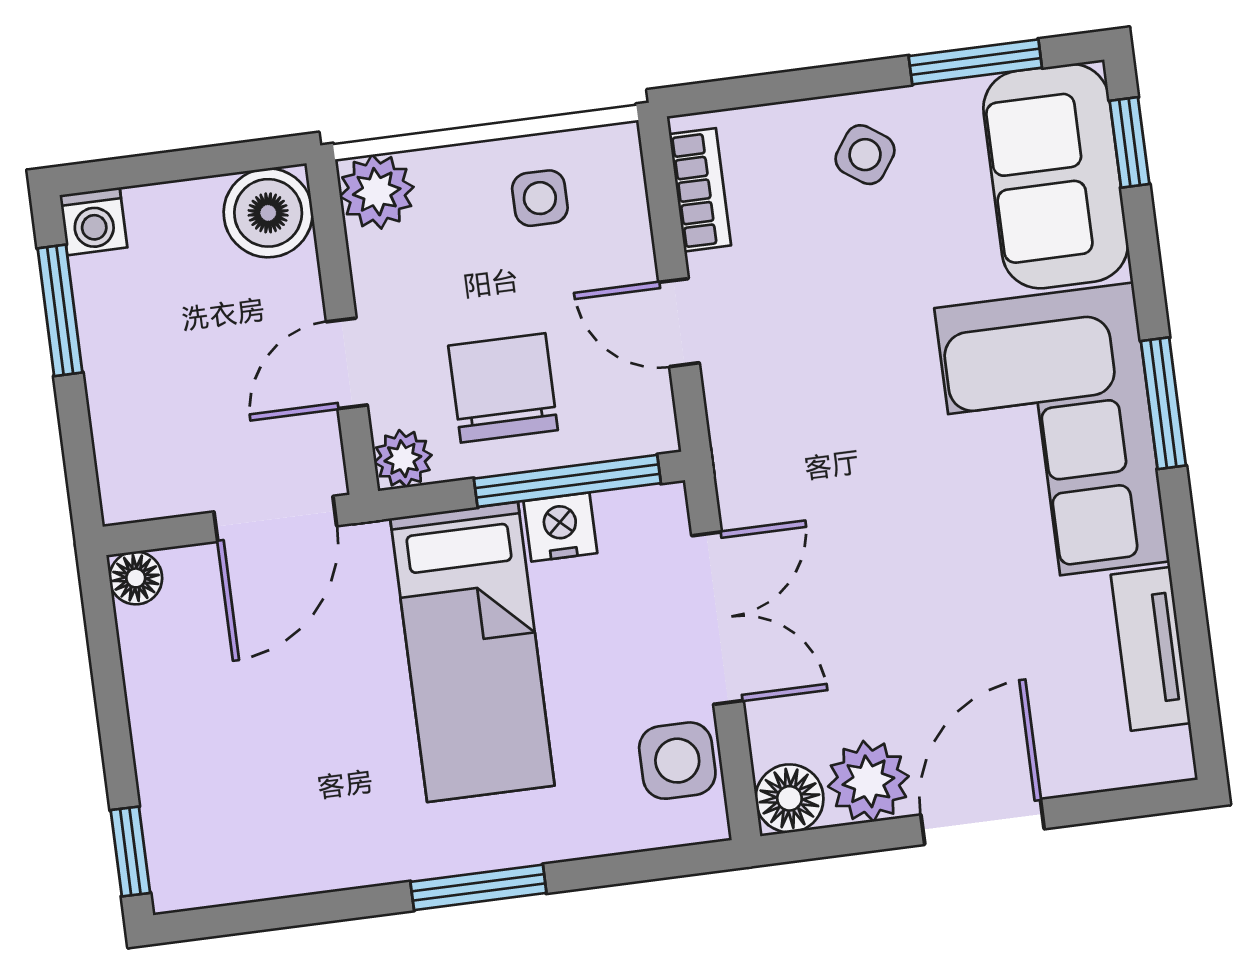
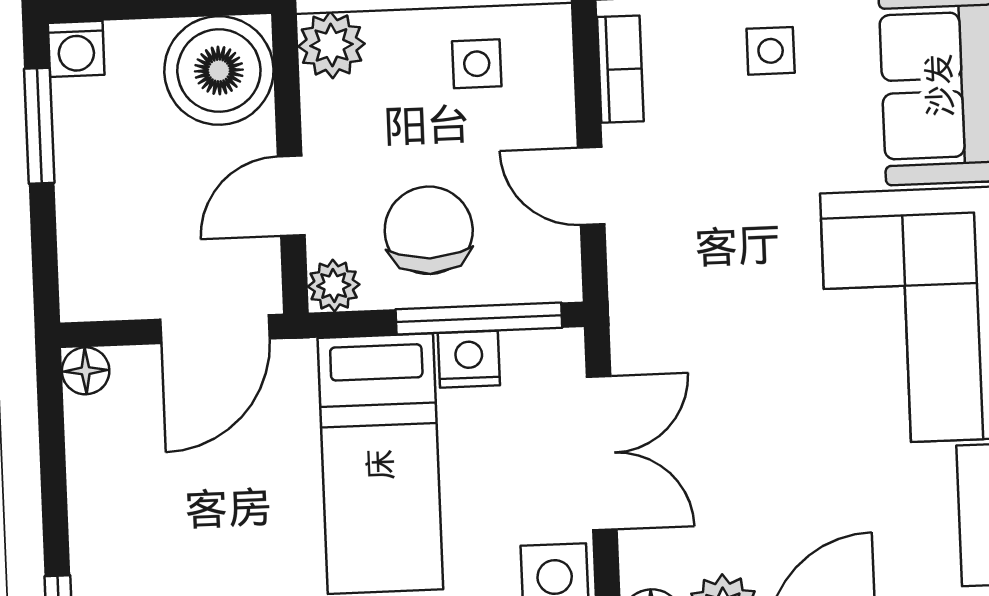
side table: (865, 155) -> (771, 51), turned -35
boiler: (268, 213) -> (219, 70), width x1.37, depth x1.37

